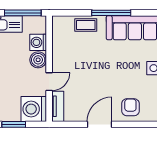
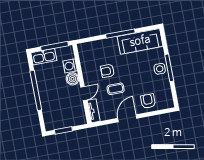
coffee table: (86, 25) -> (116, 89), moved
armchair: (85, 58) -> (108, 71), added
washing machine: (34, 109) -> (76, 116), removed

